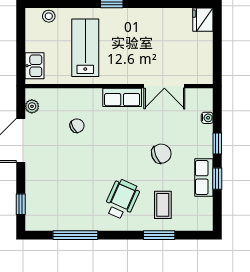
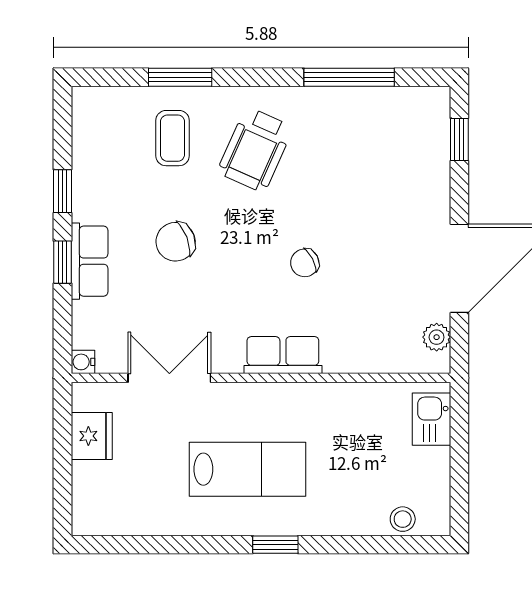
fridge: (203, 20) -> (92, 436), moved
lab bench: (85, 48) -> (247, 469), moved, turned -90
row of seats: (122, 97) -> (283, 355), moved
water cooler: (207, 118) -> (83, 362), moved
chair: (77, 126) -> (305, 263), moved
row of seats: (204, 177) -> (90, 261), moved

